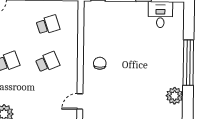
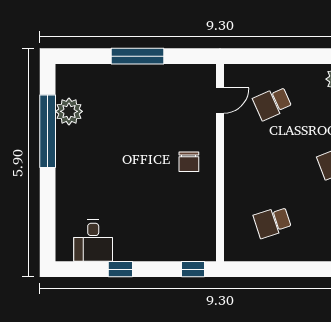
school desk: (48, 62) -> (272, 103), moved
window: (188, 63) -> (48, 131), moved

